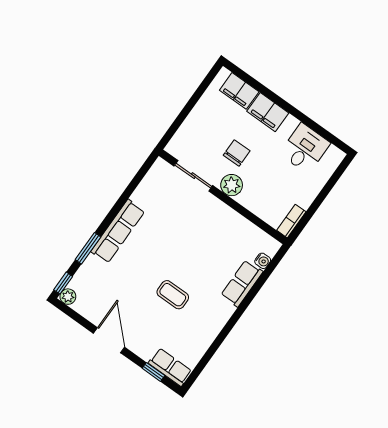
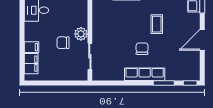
filing cabinet: (268, 112) -> (31, 47), width x0.50
chair: (154, 252) -> (142, 49), added
plant: (68, 297) -> (195, 76), removed

